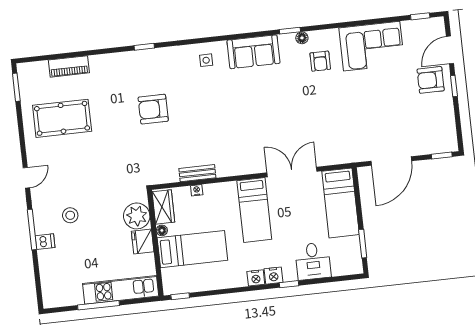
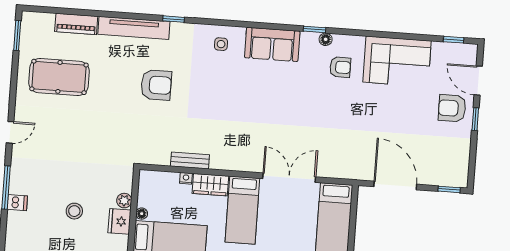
window: (144, 47) -> (174, 19), moved
door: (450, 50) -> (478, 81), hinge flipped
tv unit: (123, 60) -> (134, 28), added
armchair: (320, 61) -> (340, 67), turned -90
armchair: (153, 109) -> (156, 85), turned 180
door: (391, 161) -> (395, 185), swing flipped
wardrobe: (163, 207) -> (210, 185), moved, turned 90
stool: (70, 215) -> (74, 211), moved
plant: (137, 216) -> (124, 201), width x0.53, depth x0.53

